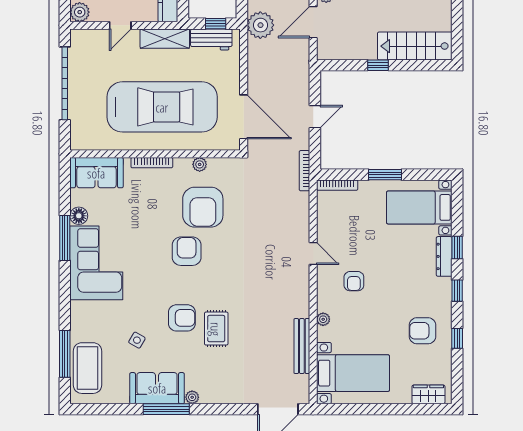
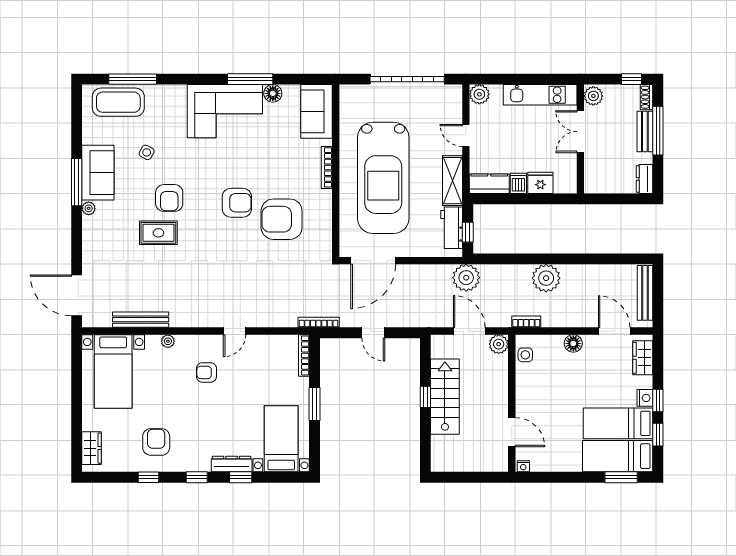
stairs: (415, 46) -> (445, 397), moved
plant: (200, 164) -> (325, 216), removed

